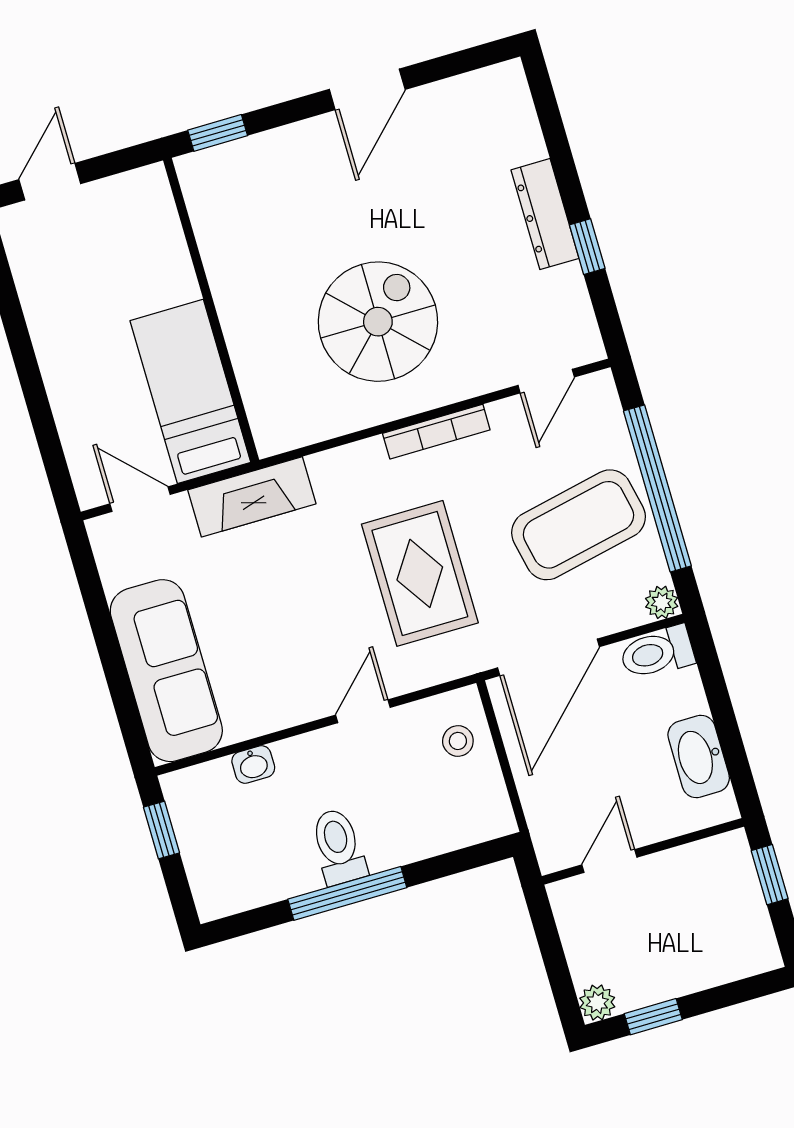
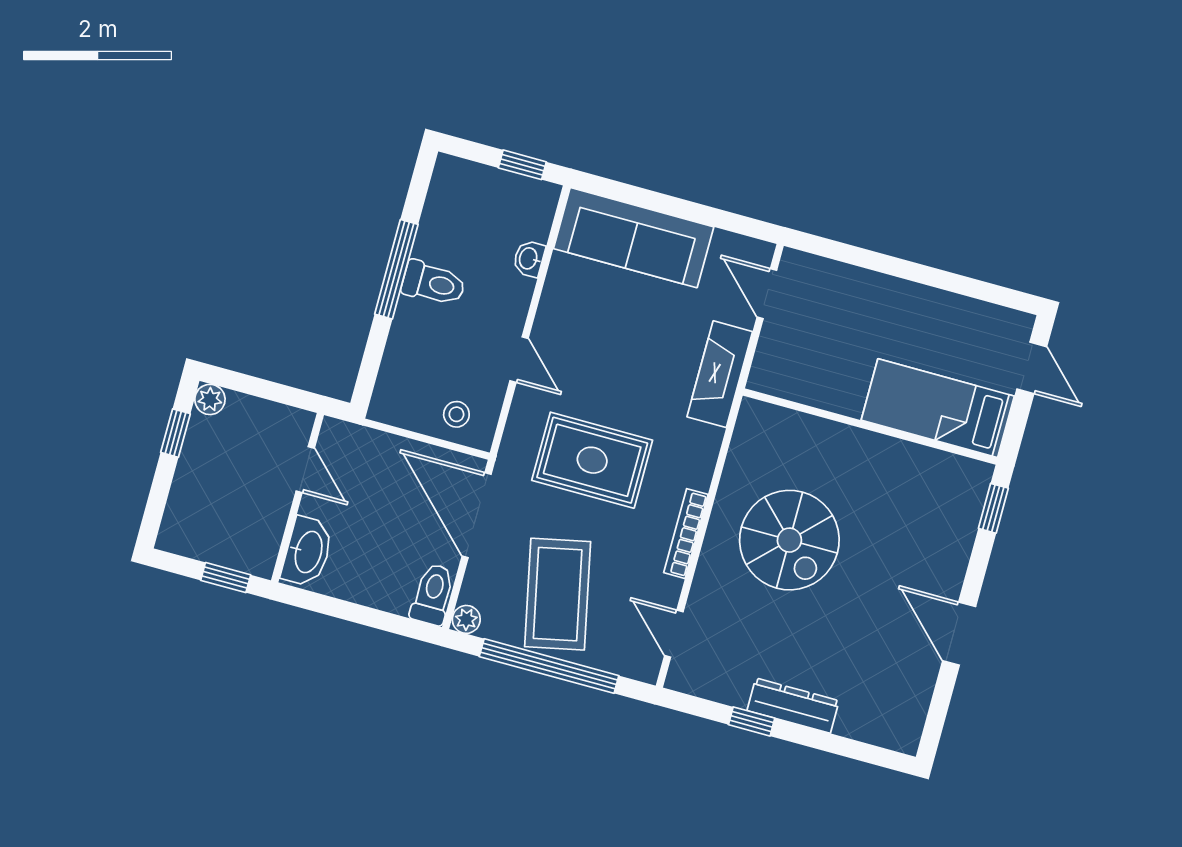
bed: (190, 391) -> (938, 408), moved, turned 180
door: (140, 499) -> (767, 294), swing flipped
washbasin: (699, 756) -> (307, 552), moved, turned 90

